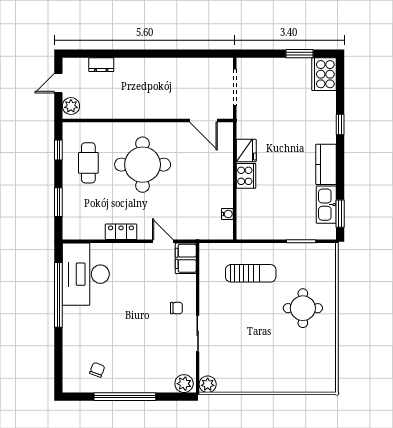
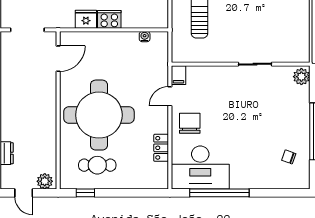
round table: (143, 165) -> (99, 115), width x1.36, depth x1.36
window: (58, 202) -> (134, 193), removed
locker: (121, 232) -> (161, 148), moved
filing cabinet: (186, 258) -> (178, 75), width x0.50
chair: (176, 308) -> (190, 123), moved, width x1.87, depth x1.87
plant: (208, 384) -> (302, 55), removed

